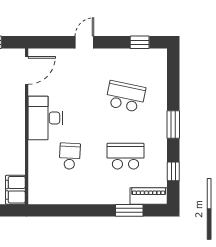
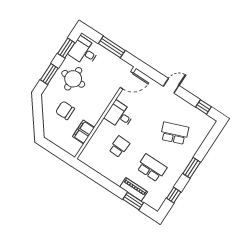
school desk: (125, 97) -> (174, 133), turned -33
desk: (45, 118) -> (119, 115), width x0.73
filing cabinet: (15, 190) -> (83, 132), moved
piano: (149, 196) -> (134, 189), moved

